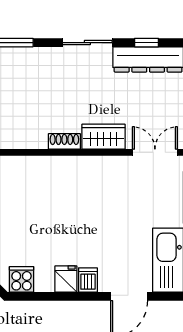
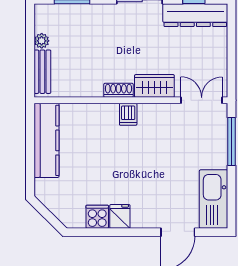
cooker: (22, 279) -> (97, 217), moved
dishwasher: (88, 280) -> (128, 114), moved, turned 180

